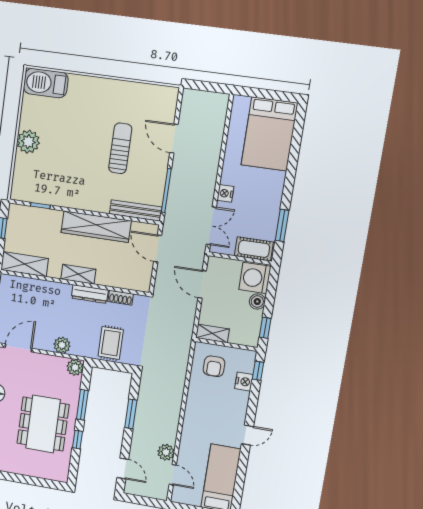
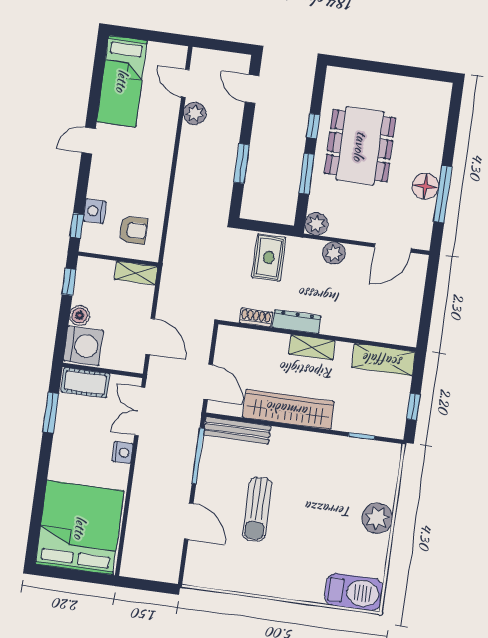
bed: (269, 134) -> (80, 528), width x1.36
armchair: (214, 366) -> (133, 230), turned 90

